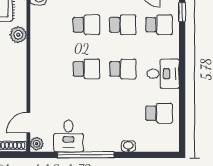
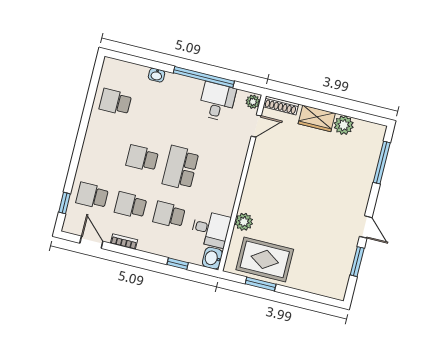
school desk: (86, 69) -> (181, 168), width x1.85
desk: (163, 74) -> (211, 229), moved, turned 180

